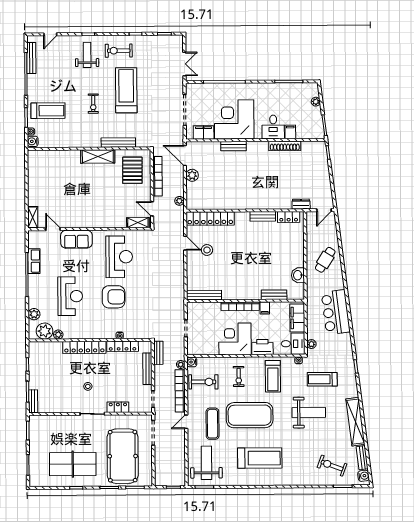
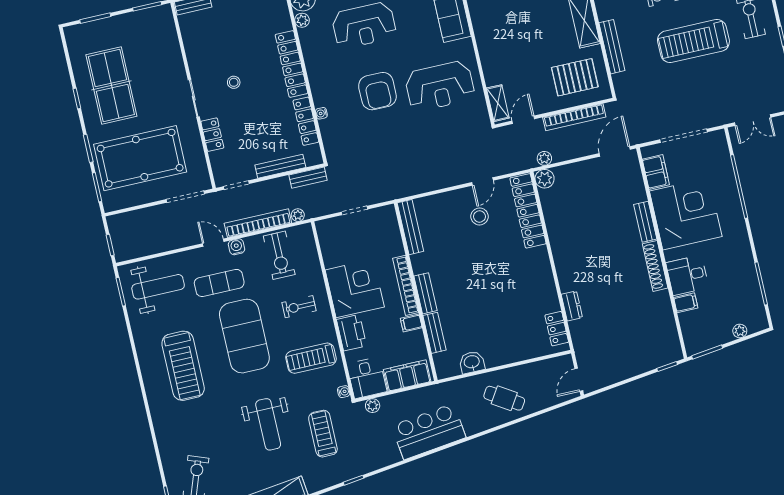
treadmill: (126, 90) -> (693, 41), turned 180
shoe rack: (285, 146) -> (655, 266), moved
plant: (192, 175) -> (545, 179), moved
dresser: (301, 204) -> (572, 306), moved
door: (324, 210) -> (579, 380), hinge flipped
bench: (263, 216) -> (425, 293), moved
water cooler: (192, 362) -> (237, 247), moved

